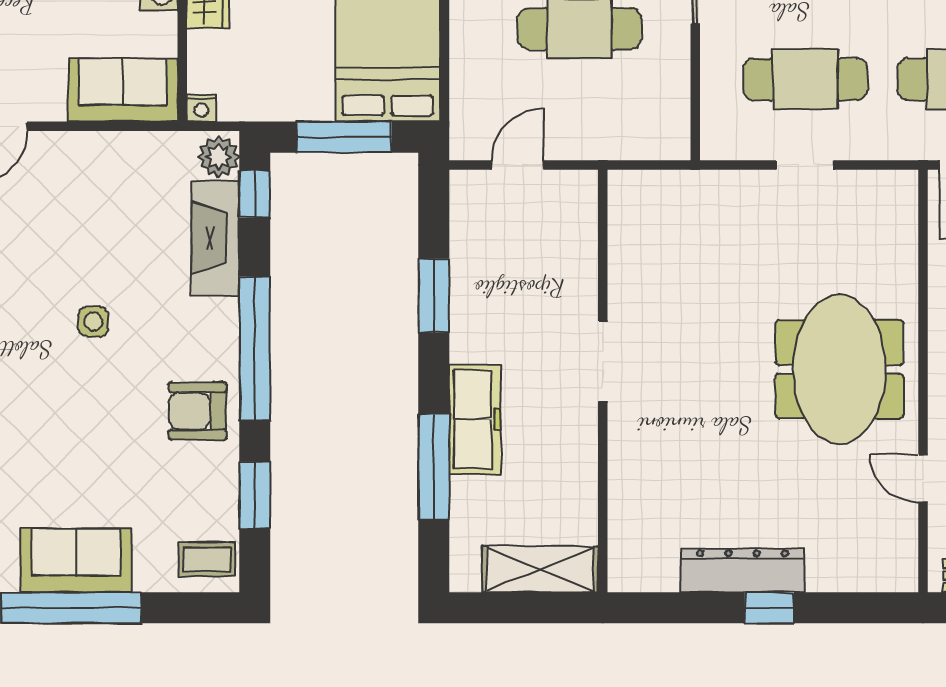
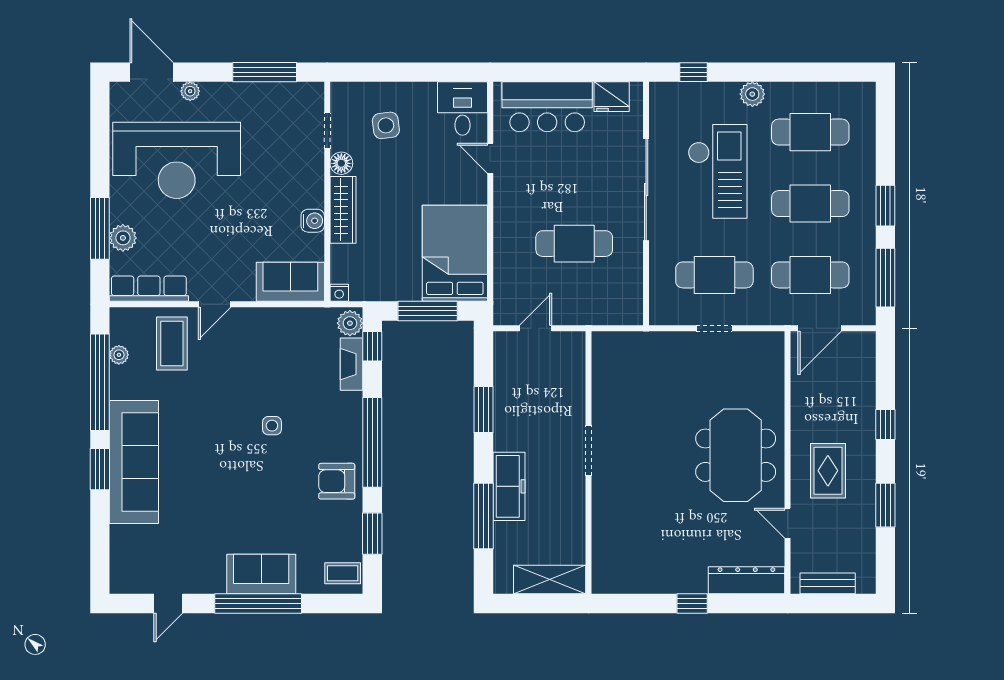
fireplace: (216, 238) -> (351, 364), width x0.73, depth x0.76
dresser: (743, 570) -> (746, 580), moved

